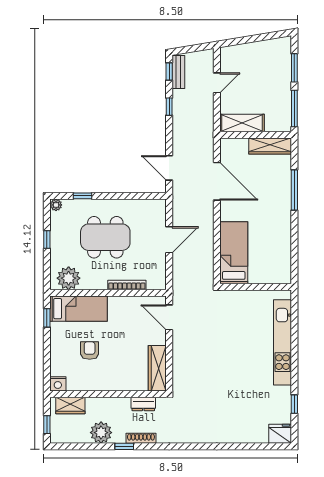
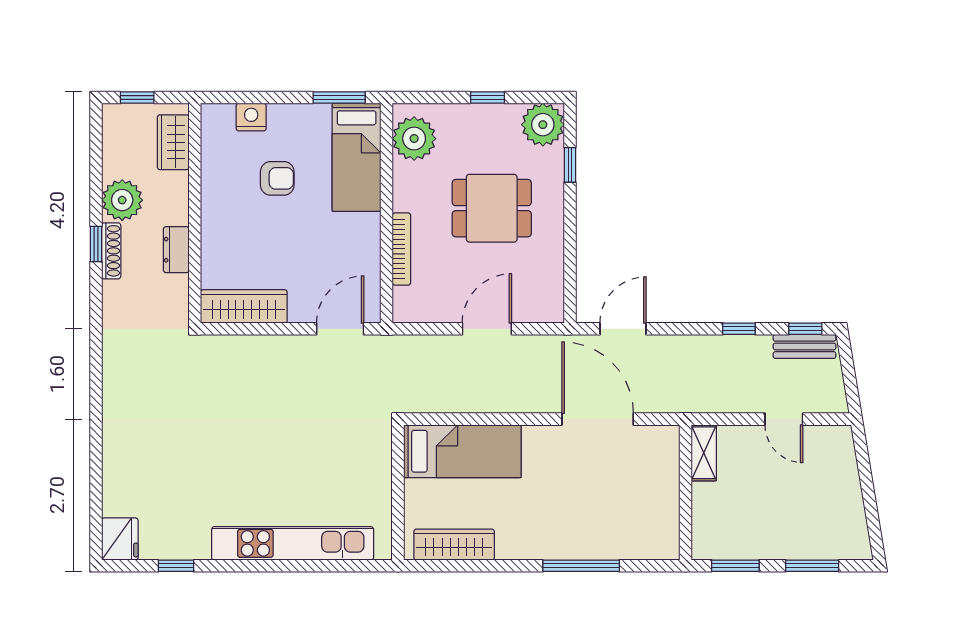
window: (294, 109) -> (735, 566), width x0.69
shelving: (242, 123) -> (704, 453), width x0.67, depth x0.75
wardrobe: (270, 146) -> (454, 545), moved, turned 90
door: (217, 181) -> (598, 419), swing flipped
plant: (56, 205) -> (543, 125), width x1.87, depth x1.87
dining table: (105, 237) -> (492, 208), width x0.73
door: (169, 240) -> (487, 329), swing flipped
window: (47, 318) -> (339, 98), width x1.50
nightstand: (58, 384) -> (251, 117), moved, turned 90
dresser: (143, 404) -> (176, 250), moved
shoe rack: (141, 438) -> (111, 251), moved

